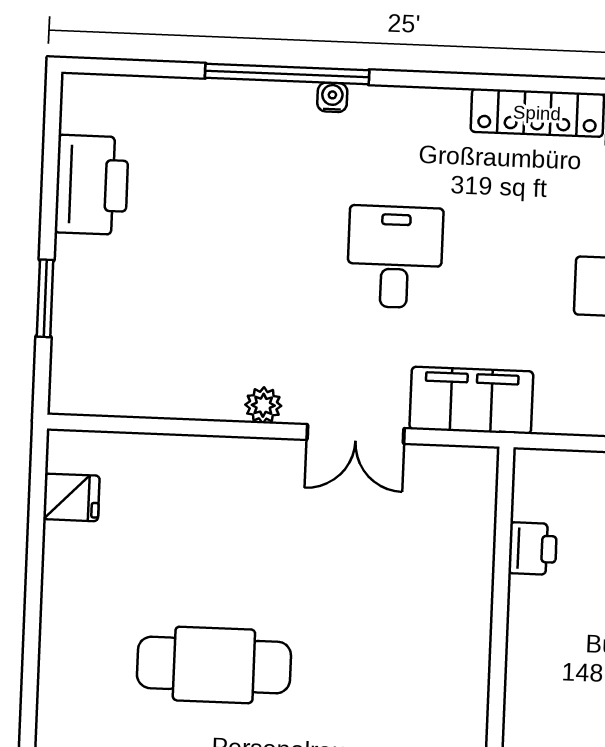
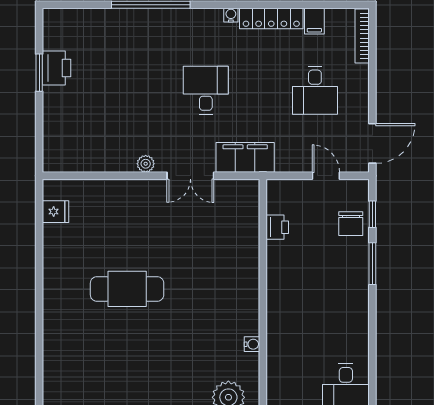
water cooler: (332, 97) -> (231, 15), moved
printer: (92, 185) -> (57, 68), width x0.73, depth x0.84
window: (45, 298) -> (39, 73), moved

